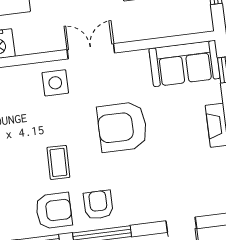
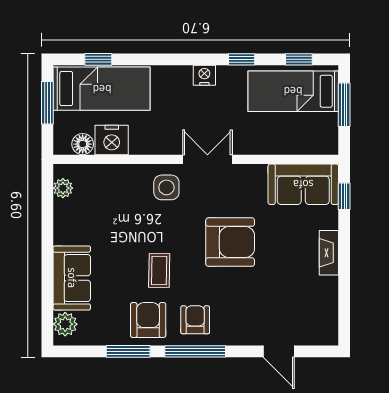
armchair: (122, 127) -> (230, 242), turned 180
armchair: (54, 211) -> (148, 320), turned -90

